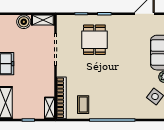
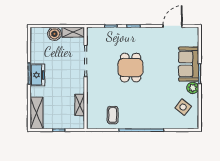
dining table: (94, 40) -> (131, 68), moved
bookcase: (61, 98) -> (91, 108), removed
shelving: (50, 108) -> (80, 105), moved

